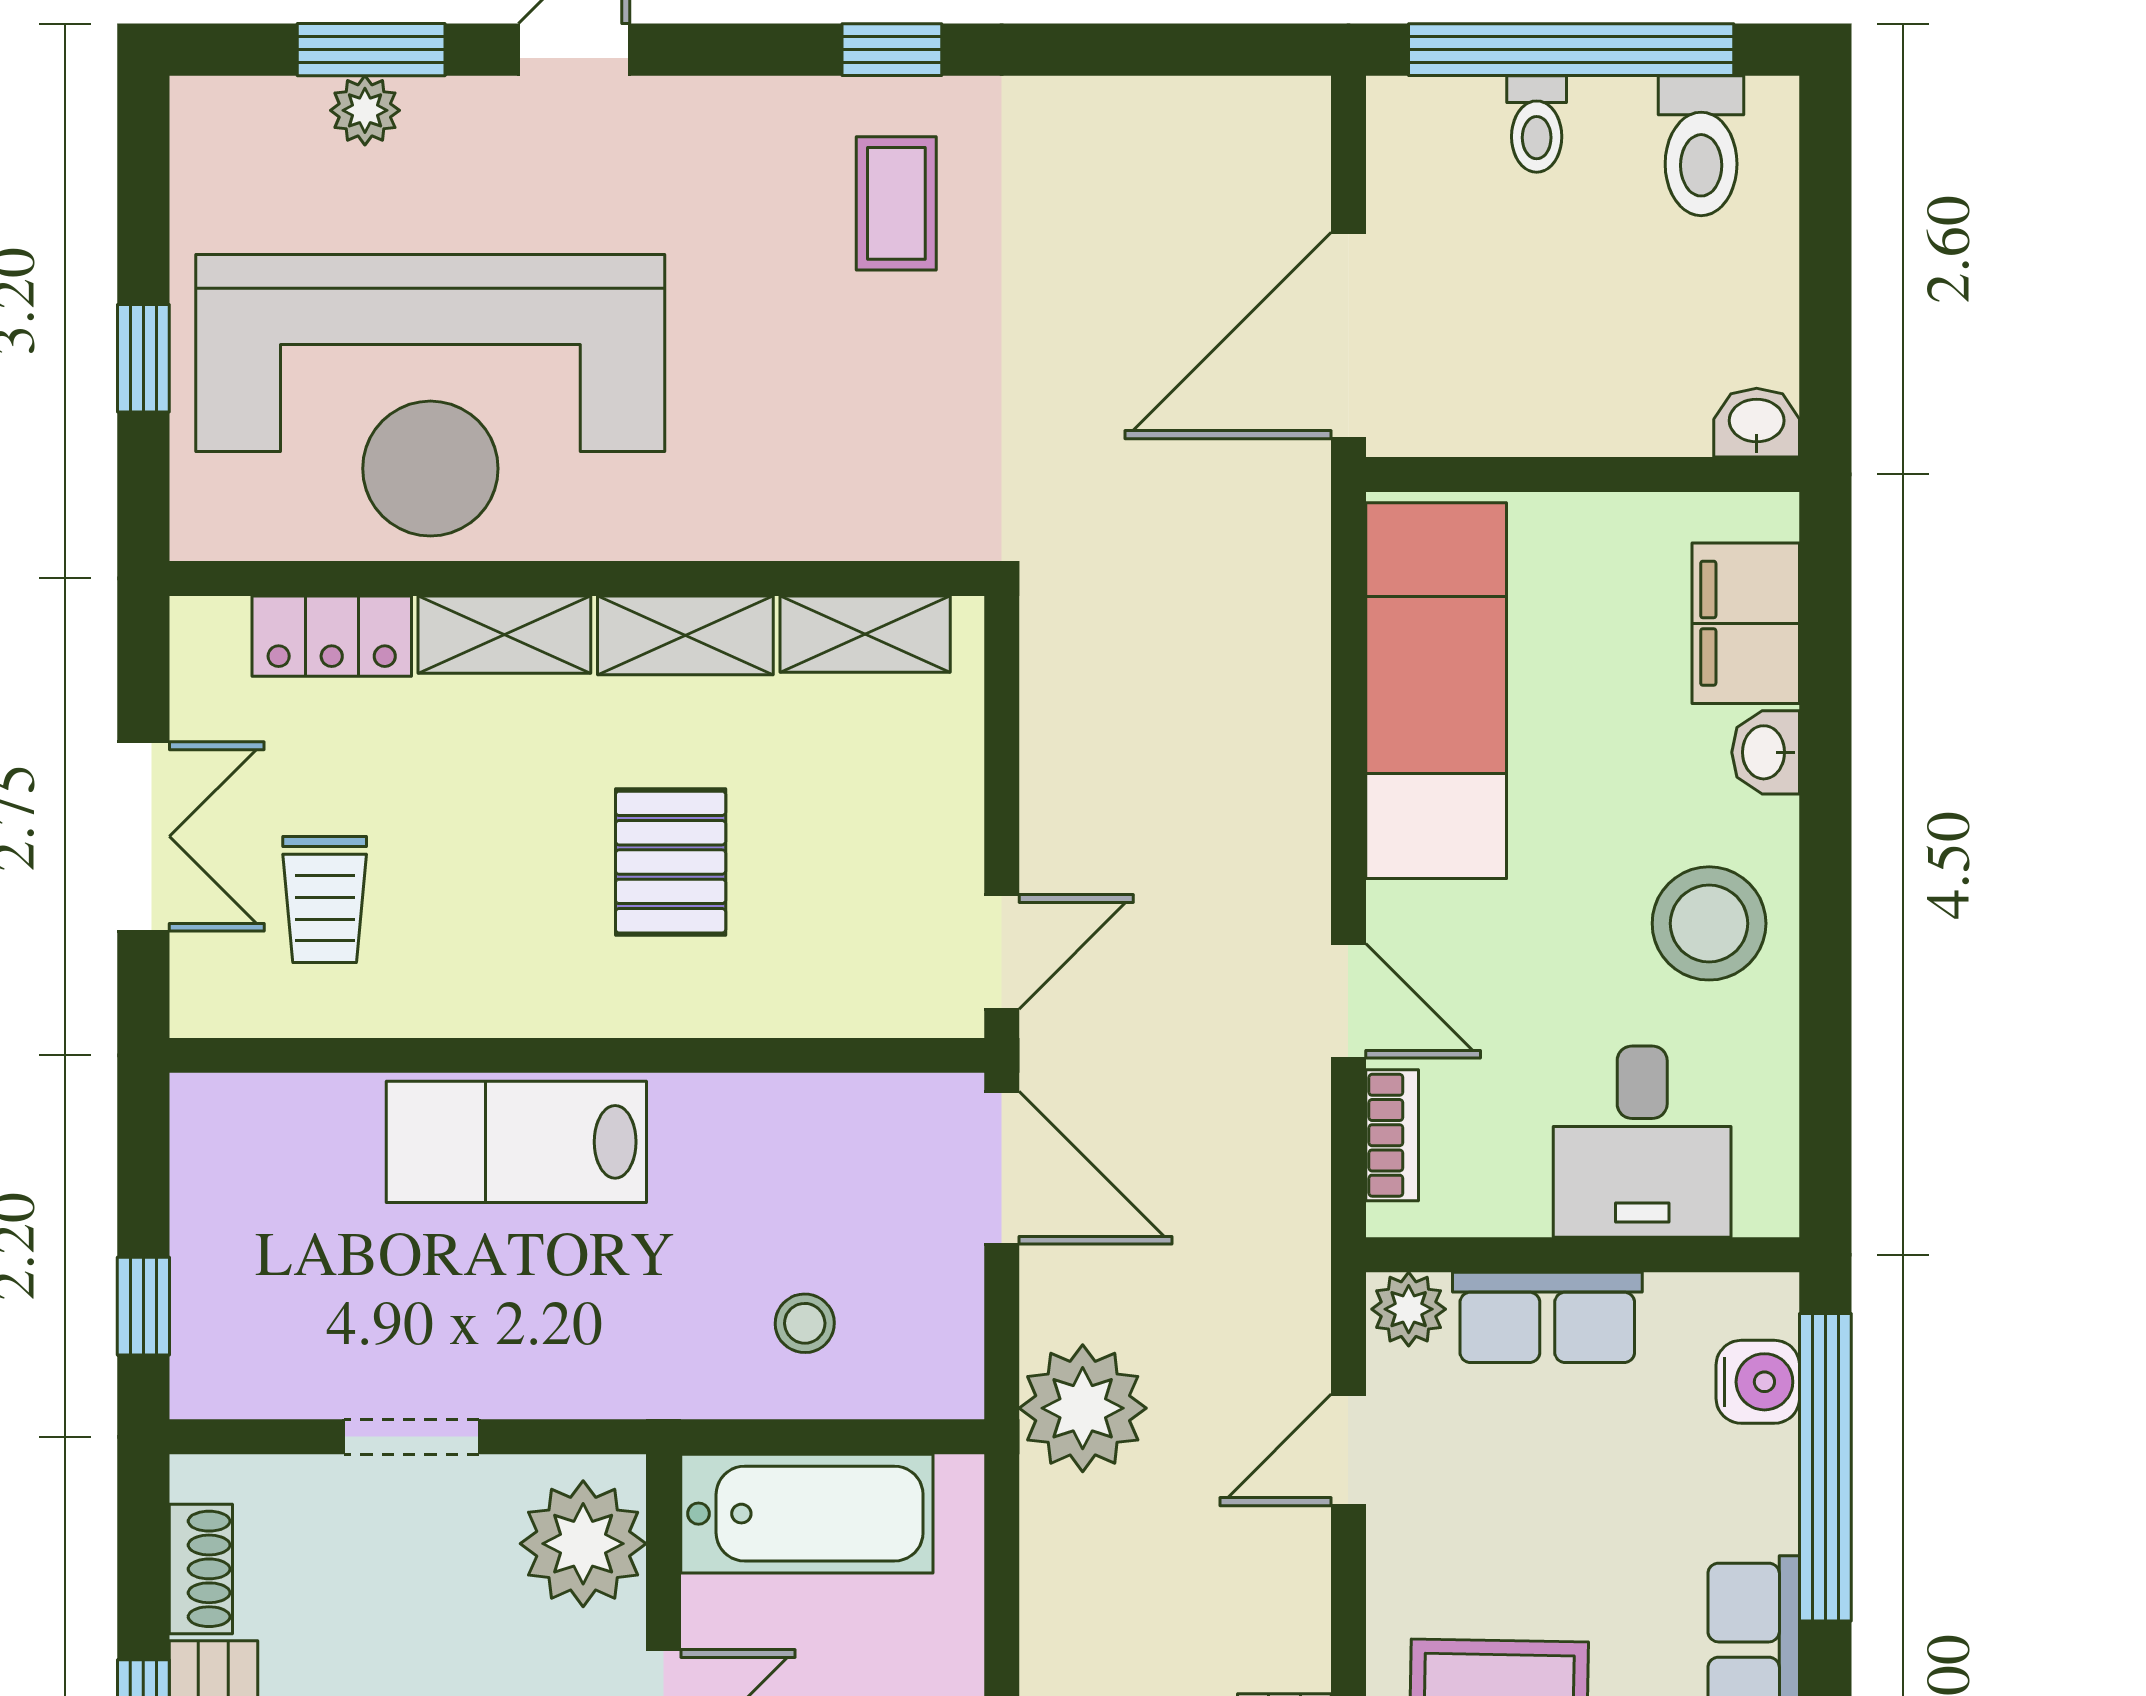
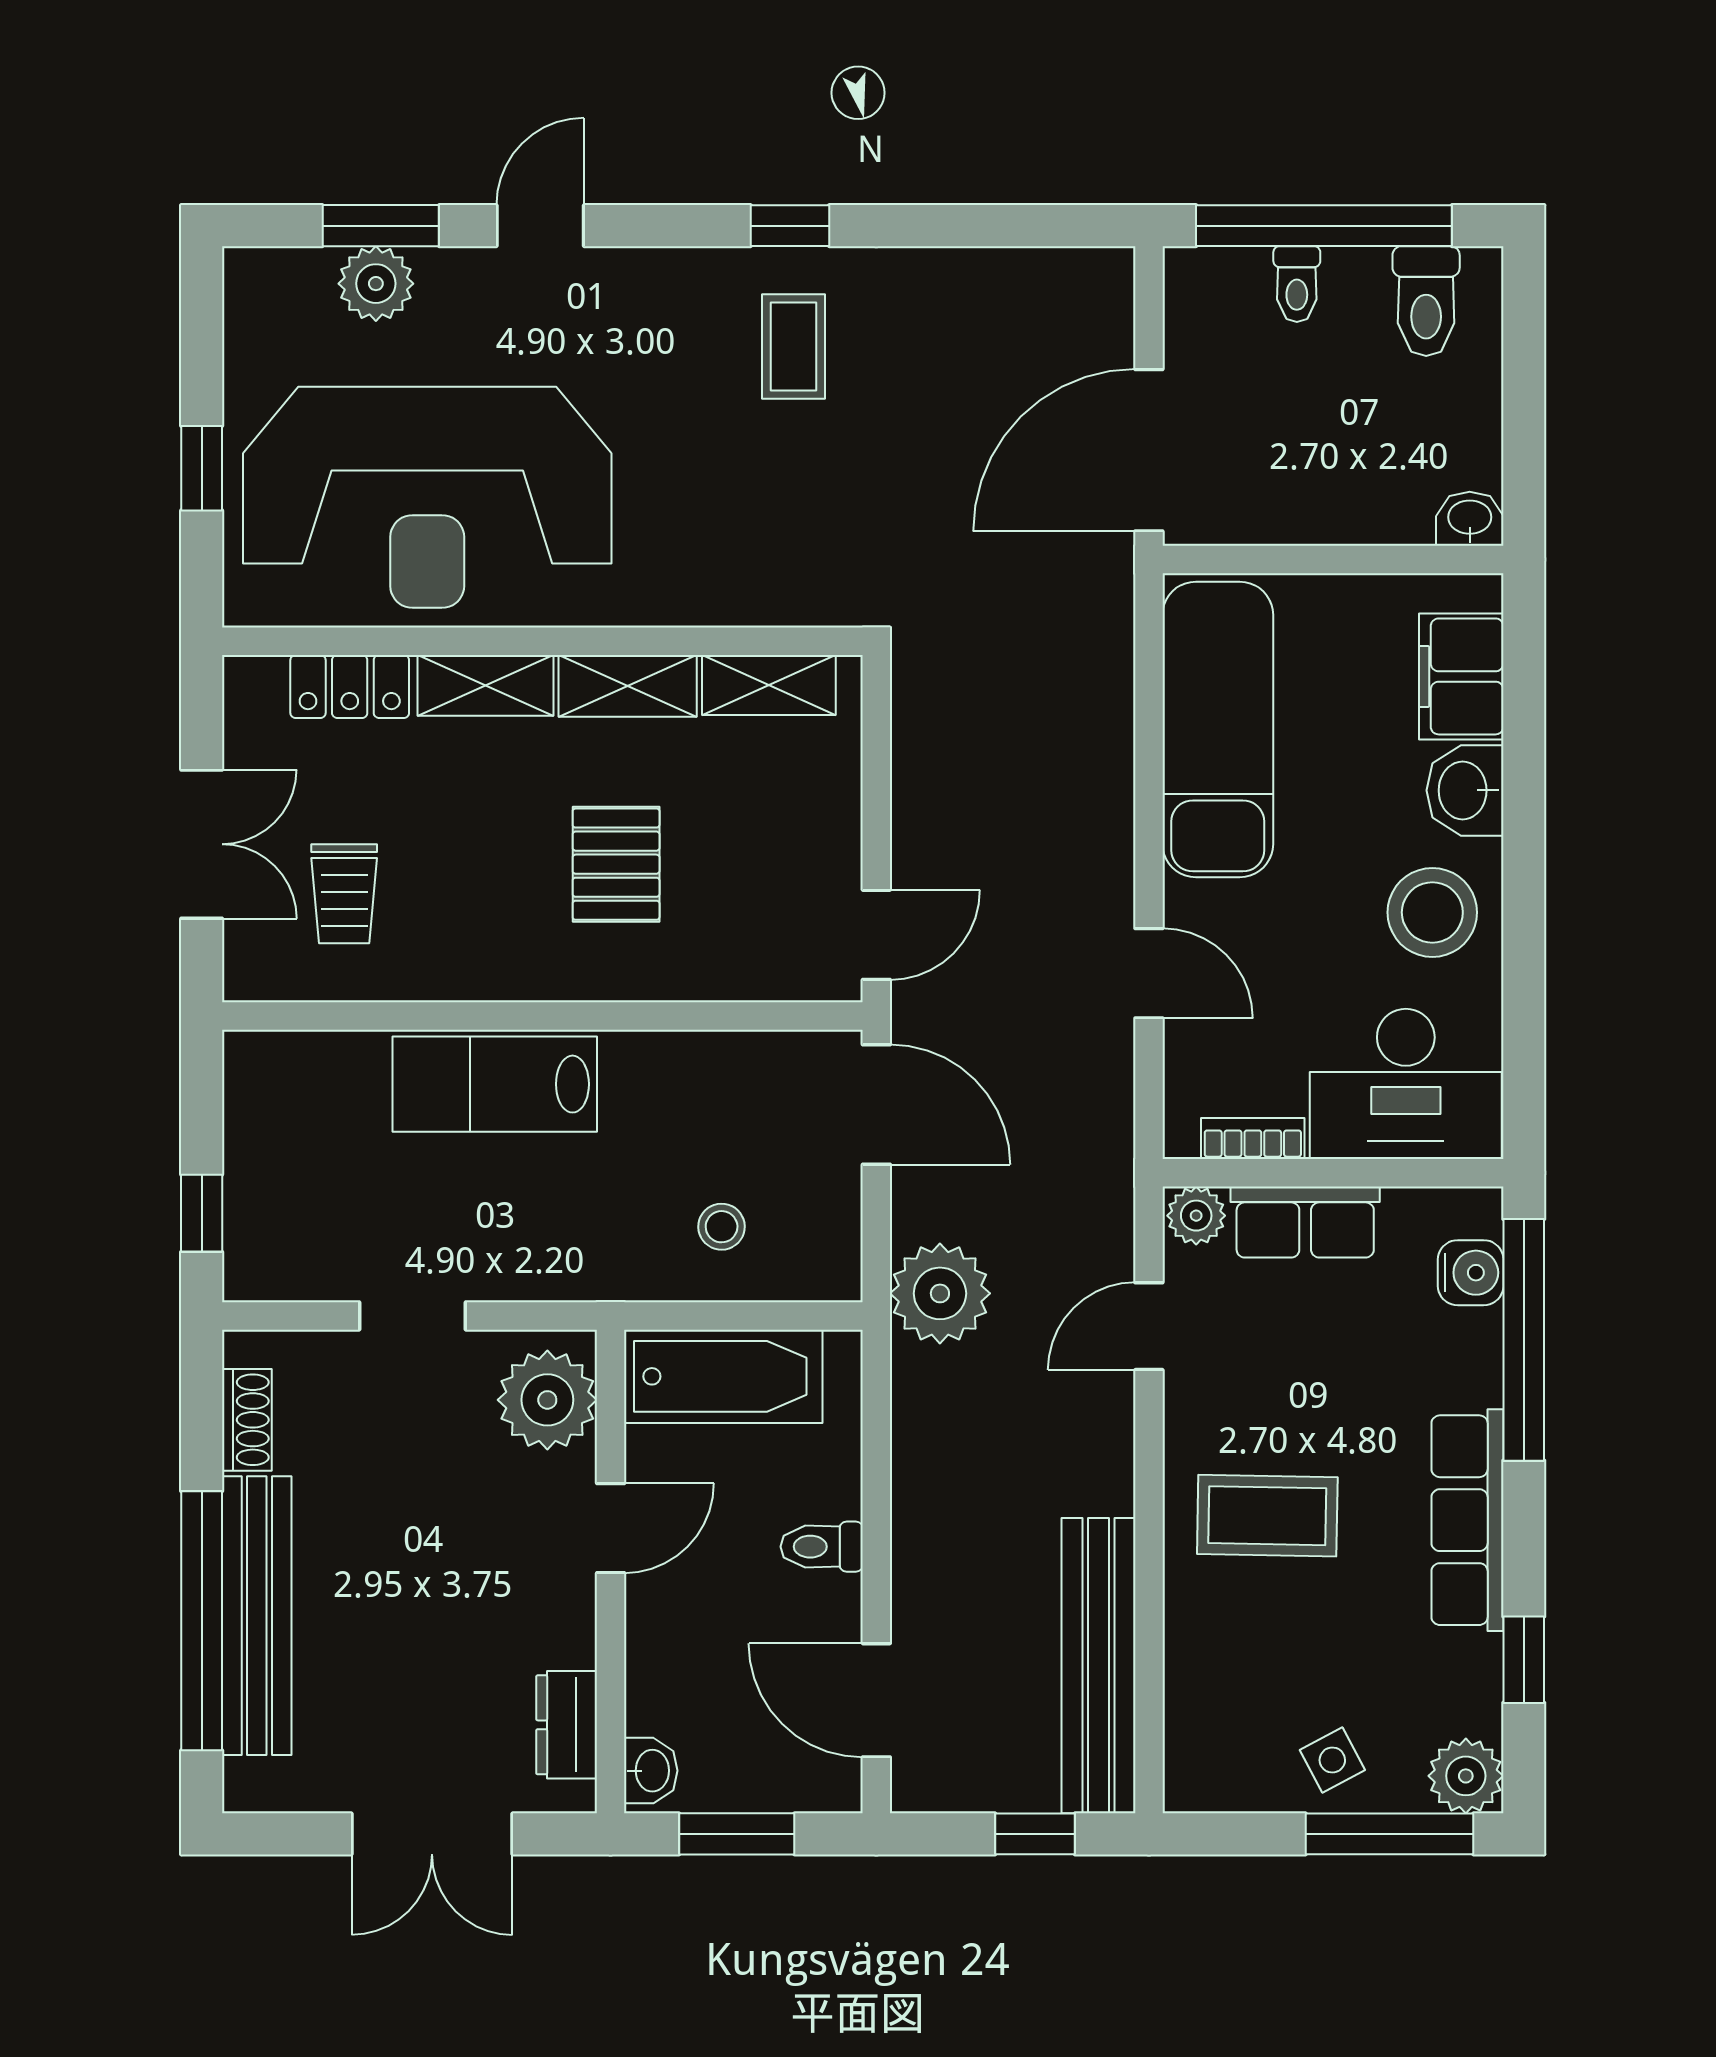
plant: (365, 110) -> (376, 284), width x1.38, depth x1.38
washbasin: (1766, 752) -> (1465, 790), width x1.38, depth x1.45
bookcase: (1392, 1135) -> (1253, 1139), moved, turned -90
desk: (1642, 1142) -> (1406, 1084), width x1.37

